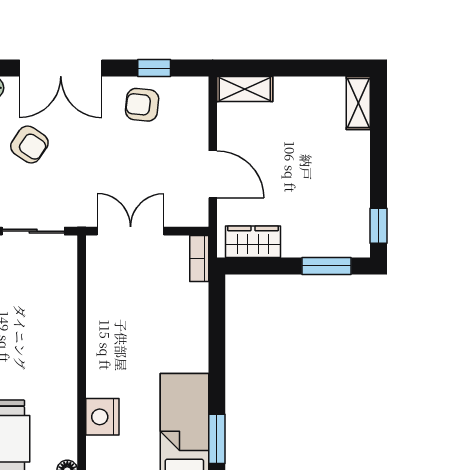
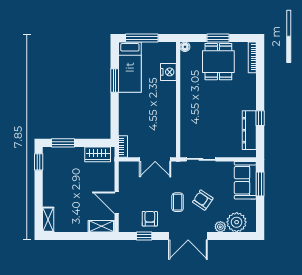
double door: (61, 68) -> (188, 236), swing flipped
armchair: (142, 105) -> (150, 219), turned -96
coffee table: (83, 140) -> (178, 202), added
door: (213, 174) -> (117, 203), moved
window: (217, 439) -> (115, 80), moved

